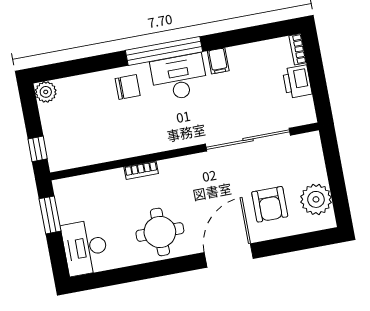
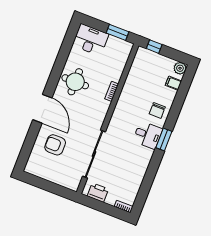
window: (164, 51) -> (164, 140), width x0.47
filing cabinet: (218, 61) -> (173, 83), moved
desk: (179, 77) -> (148, 135), width x0.73
printer: (297, 82) -> (98, 193), moved
plant: (316, 199) -> (43, 169), removed

